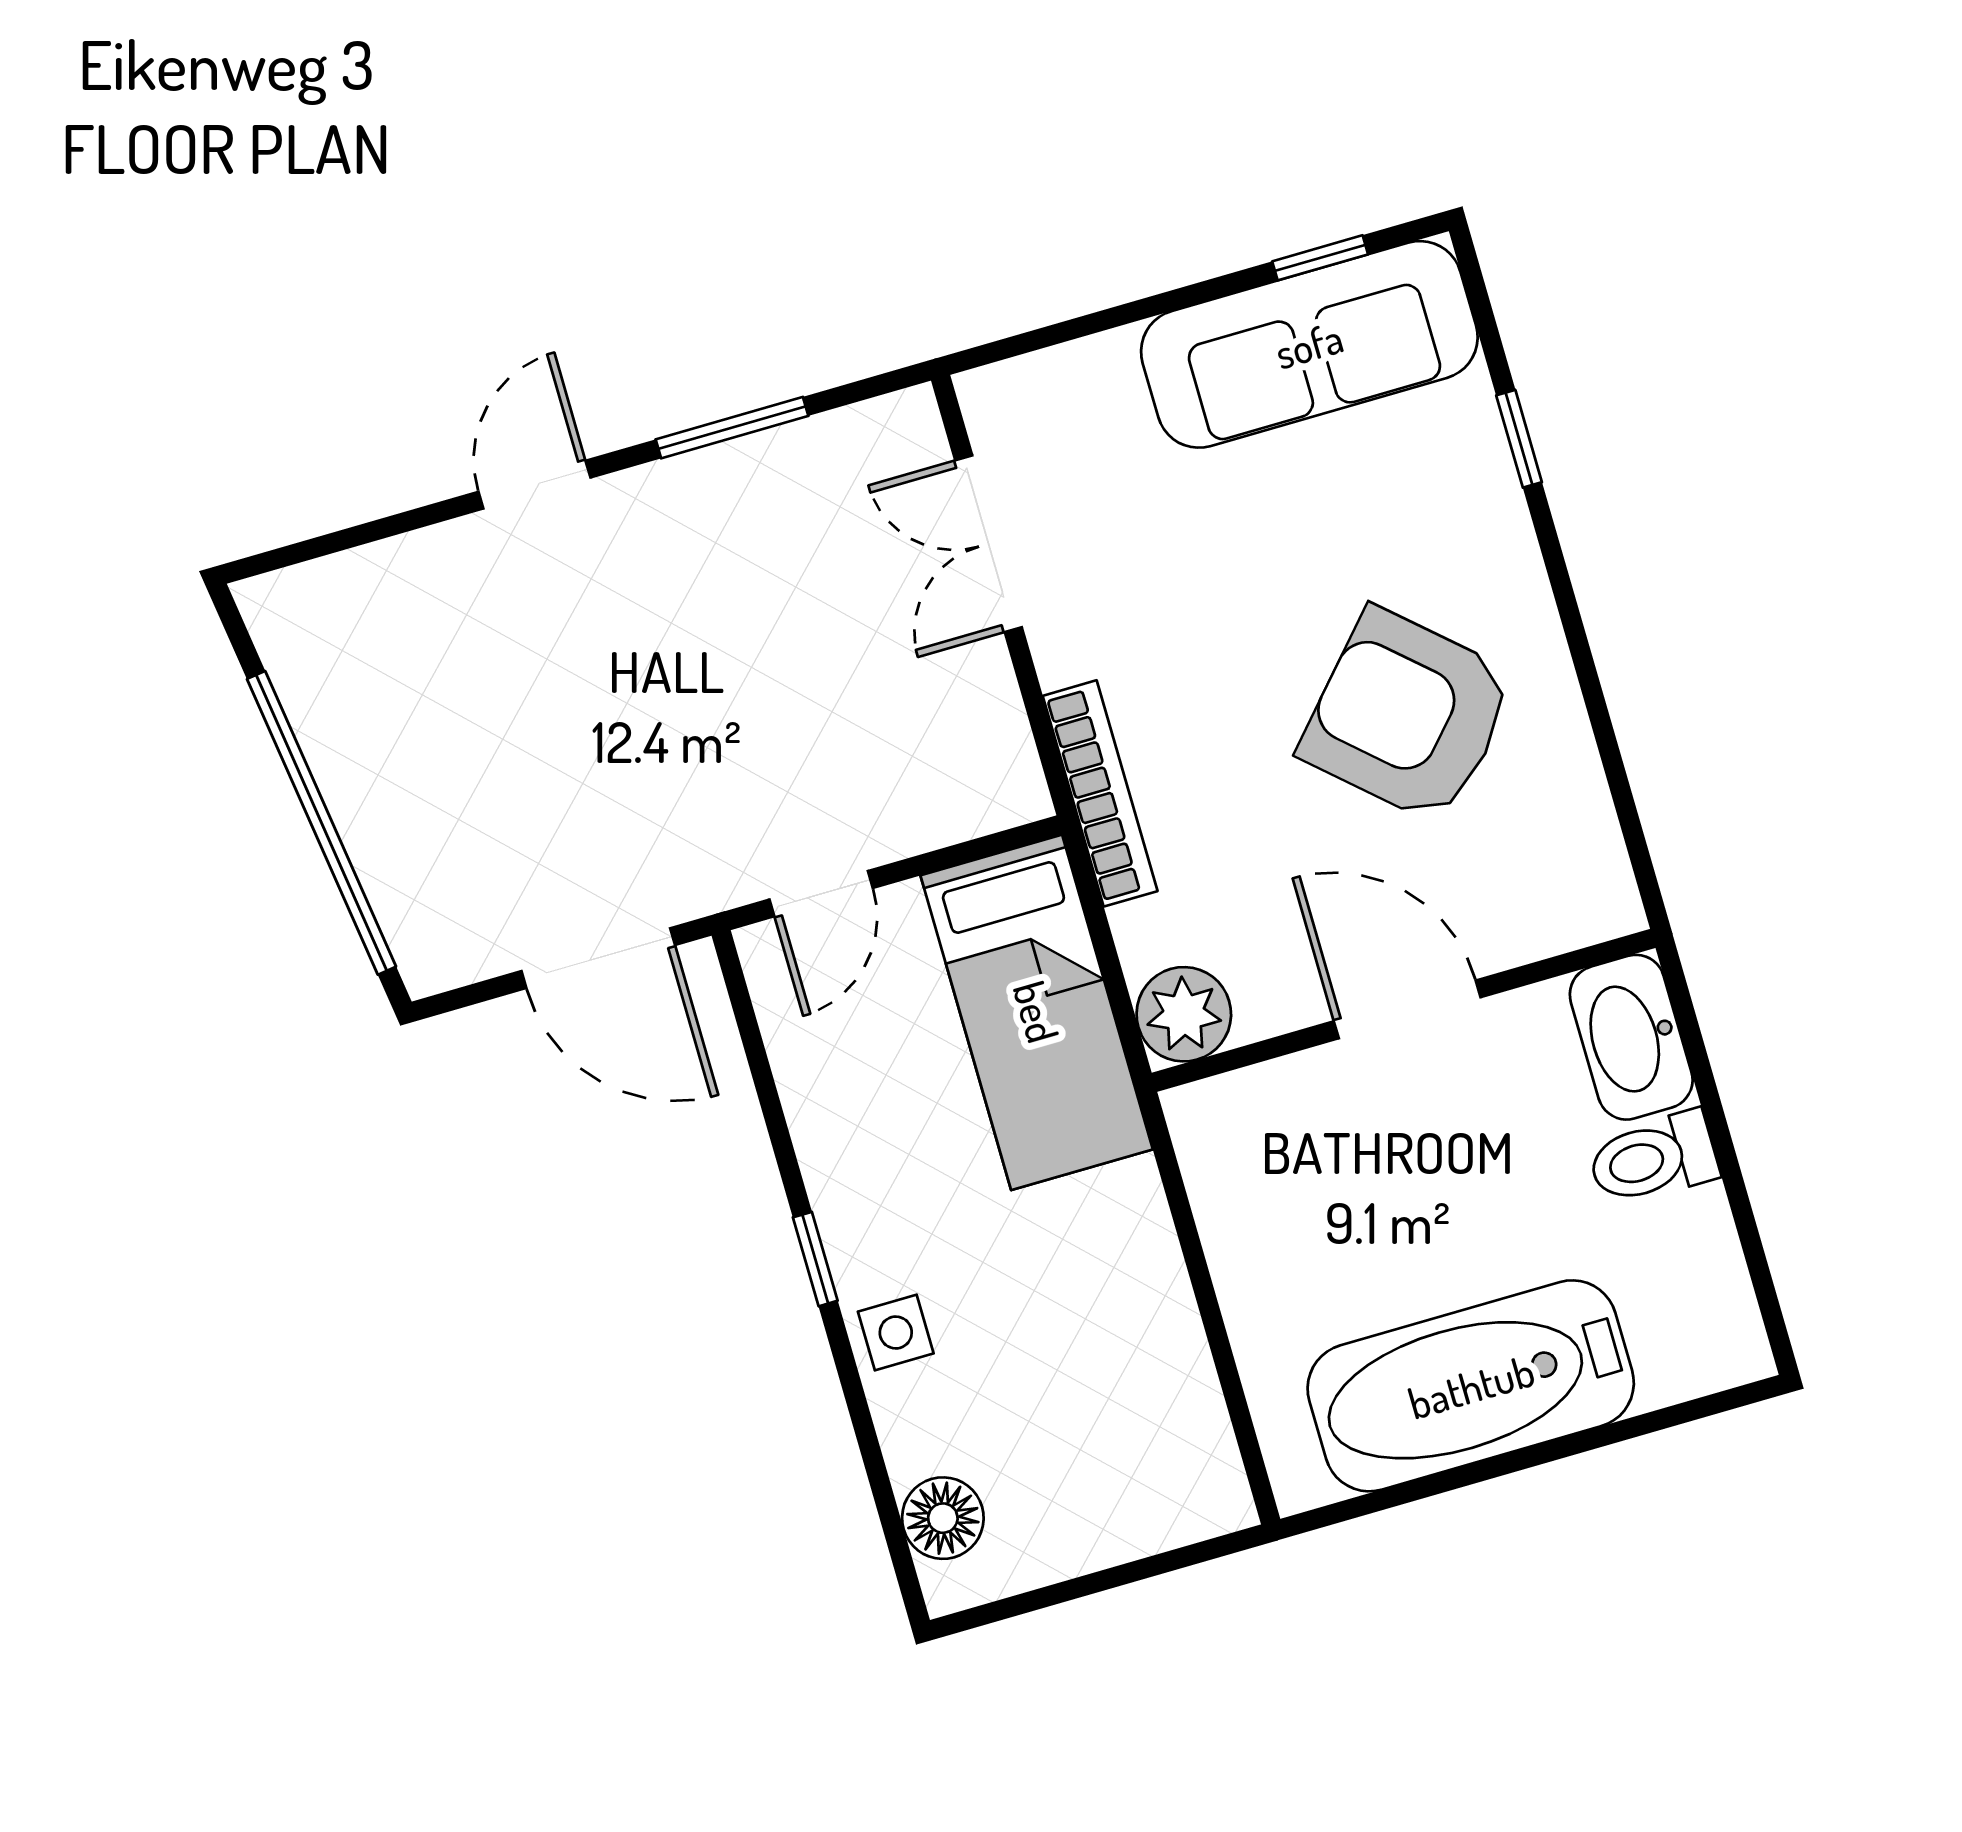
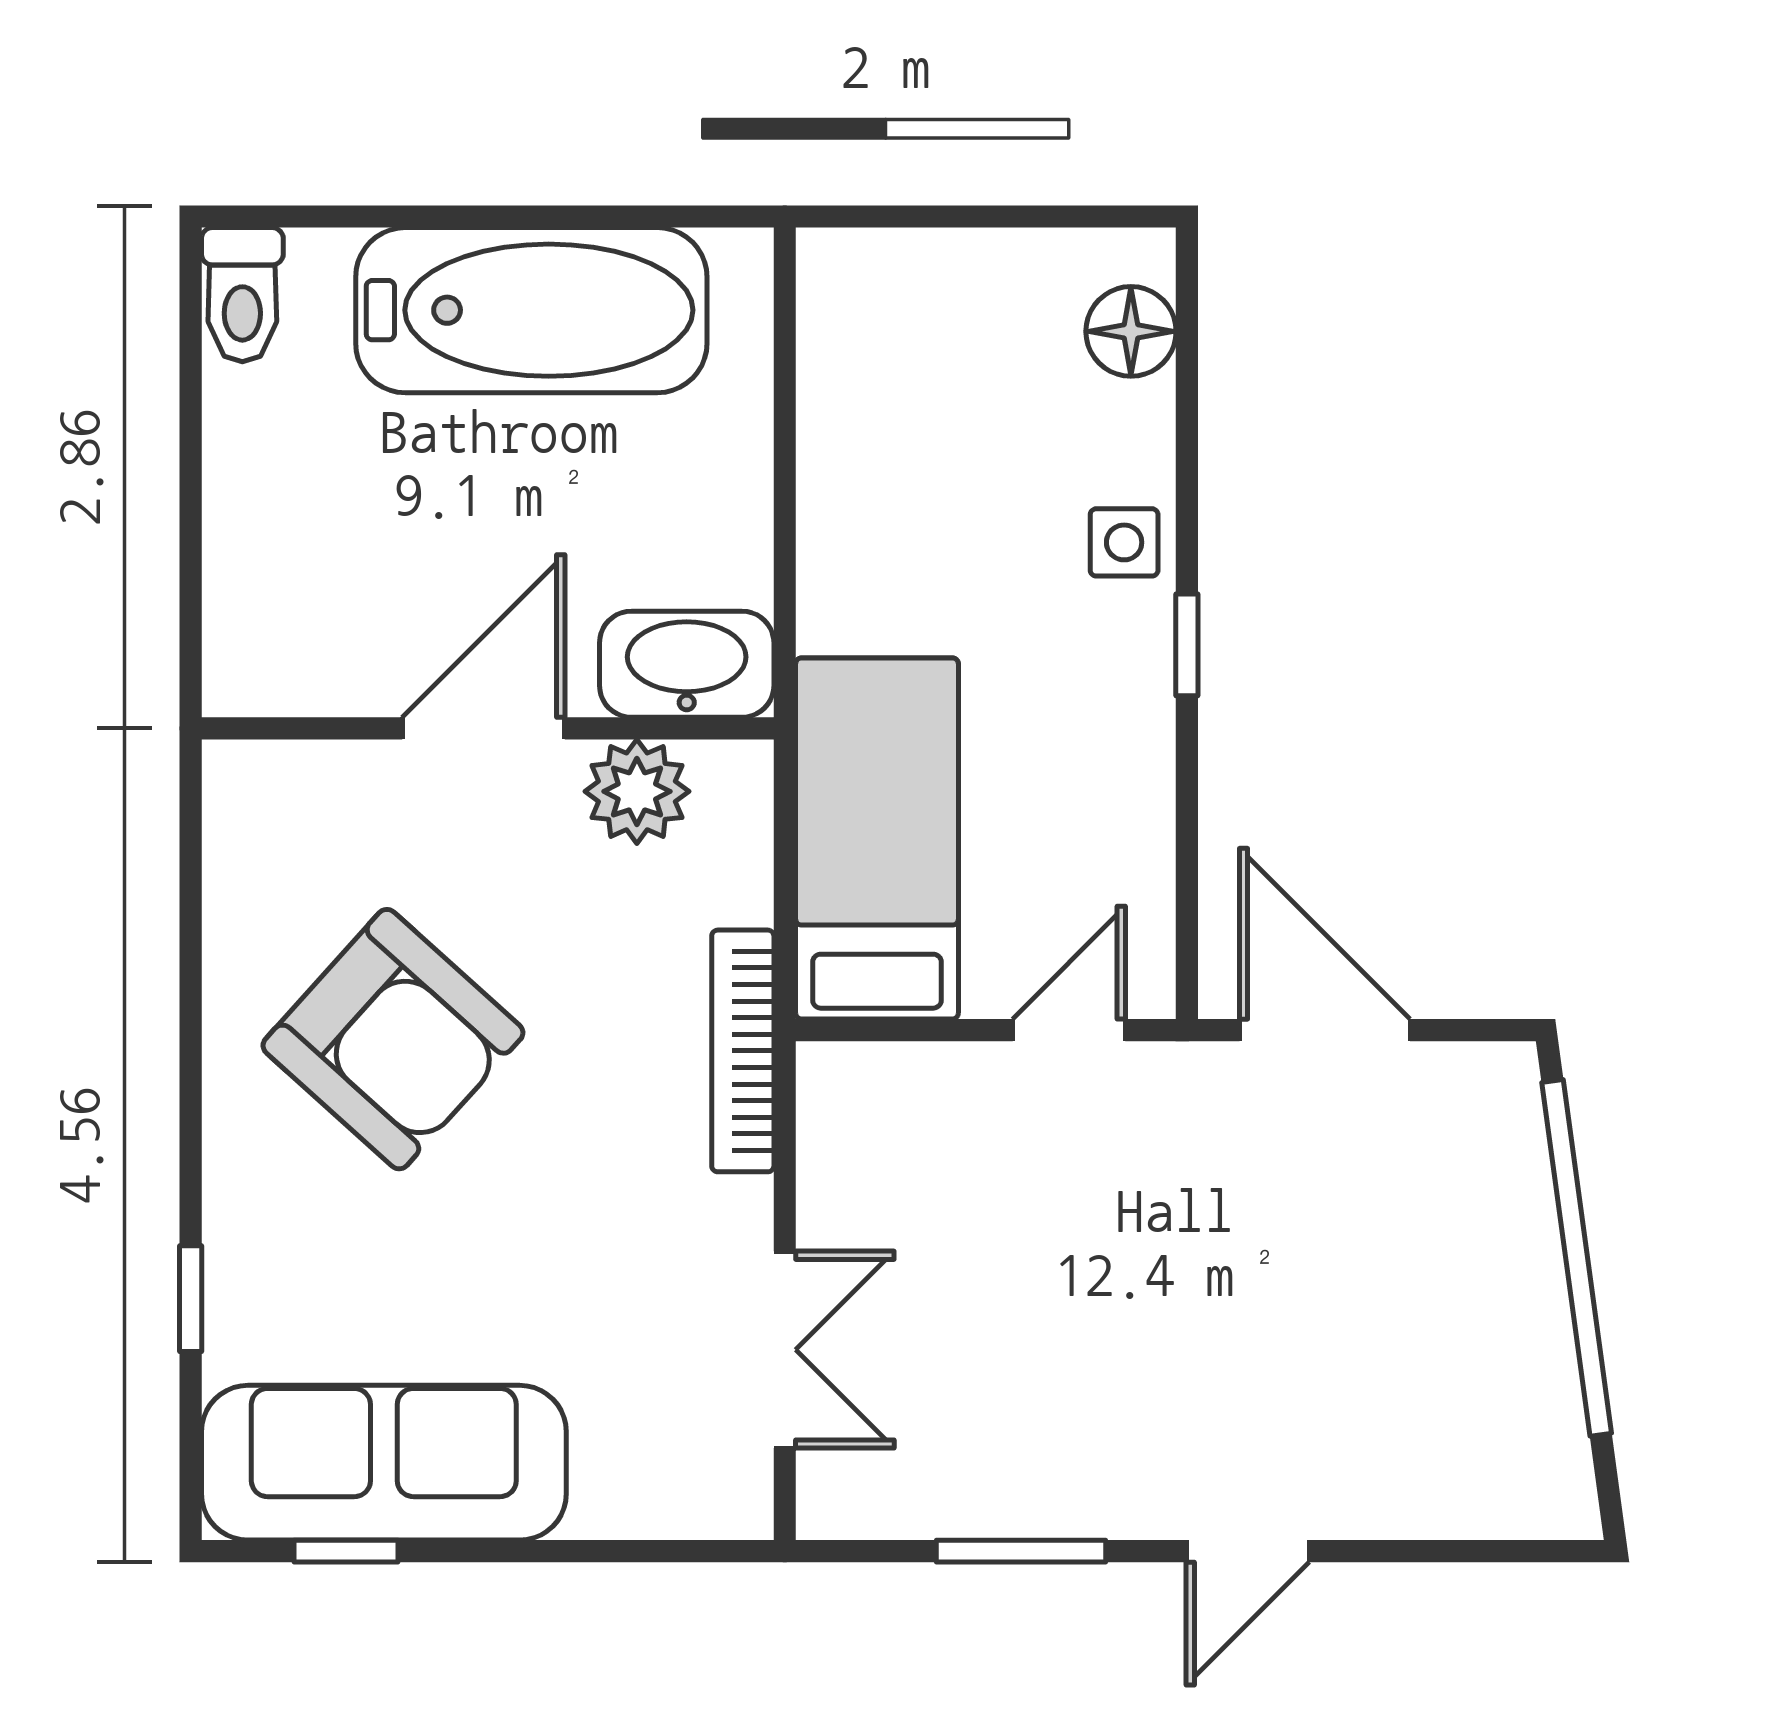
door: (1407, 1009) -> (484, 728), swing flipped
plant: (1184, 1014) -> (637, 791), moved
washbasin: (1631, 1037) -> (687, 664), moved, turned -90
toilet: (1653, 1159) -> (242, 295), moved, turned 90

